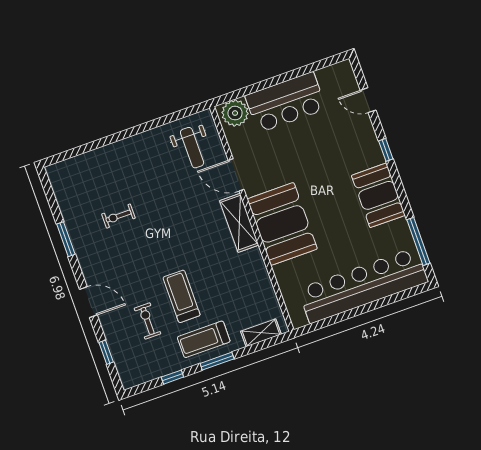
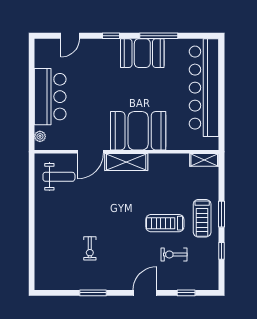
plant: (235, 113) -> (40, 136), width x0.53, depth x0.53
window: (418, 241) -> (159, 36), moved
shelving: (261, 333) -> (204, 160), moved, turned 90

